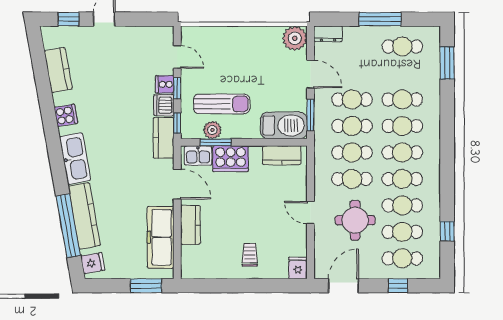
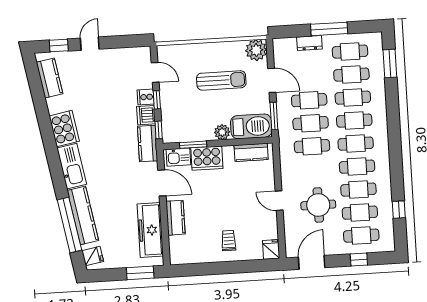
dresser: (328, 34) -> (309, 43), moved
kitchen counter: (58, 70) -> (49, 78), moved
sun lounger: (222, 104) -> (221, 80), moved
cooker: (66, 115) -> (64, 129), width x1.87, depth x1.31
plant: (212, 130) -> (222, 132), moved
cafe table: (352, 179) -> (351, 75), moved

